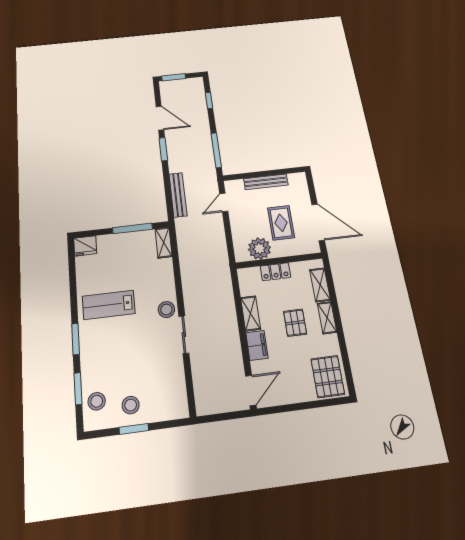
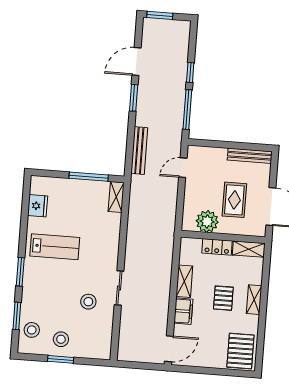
window: (209, 100) -> (190, 72), moved
door: (160, 118) -> (136, 61), swing flipped
bench: (266, 182) -> (250, 156), moved
fridge: (85, 246) -> (38, 206), moved, turned -90
shelving: (320, 285) -> (249, 249), moved, turned 90
lab bench: (109, 305) -> (55, 247), turned 180
stool: (166, 310) -> (88, 302), moved

